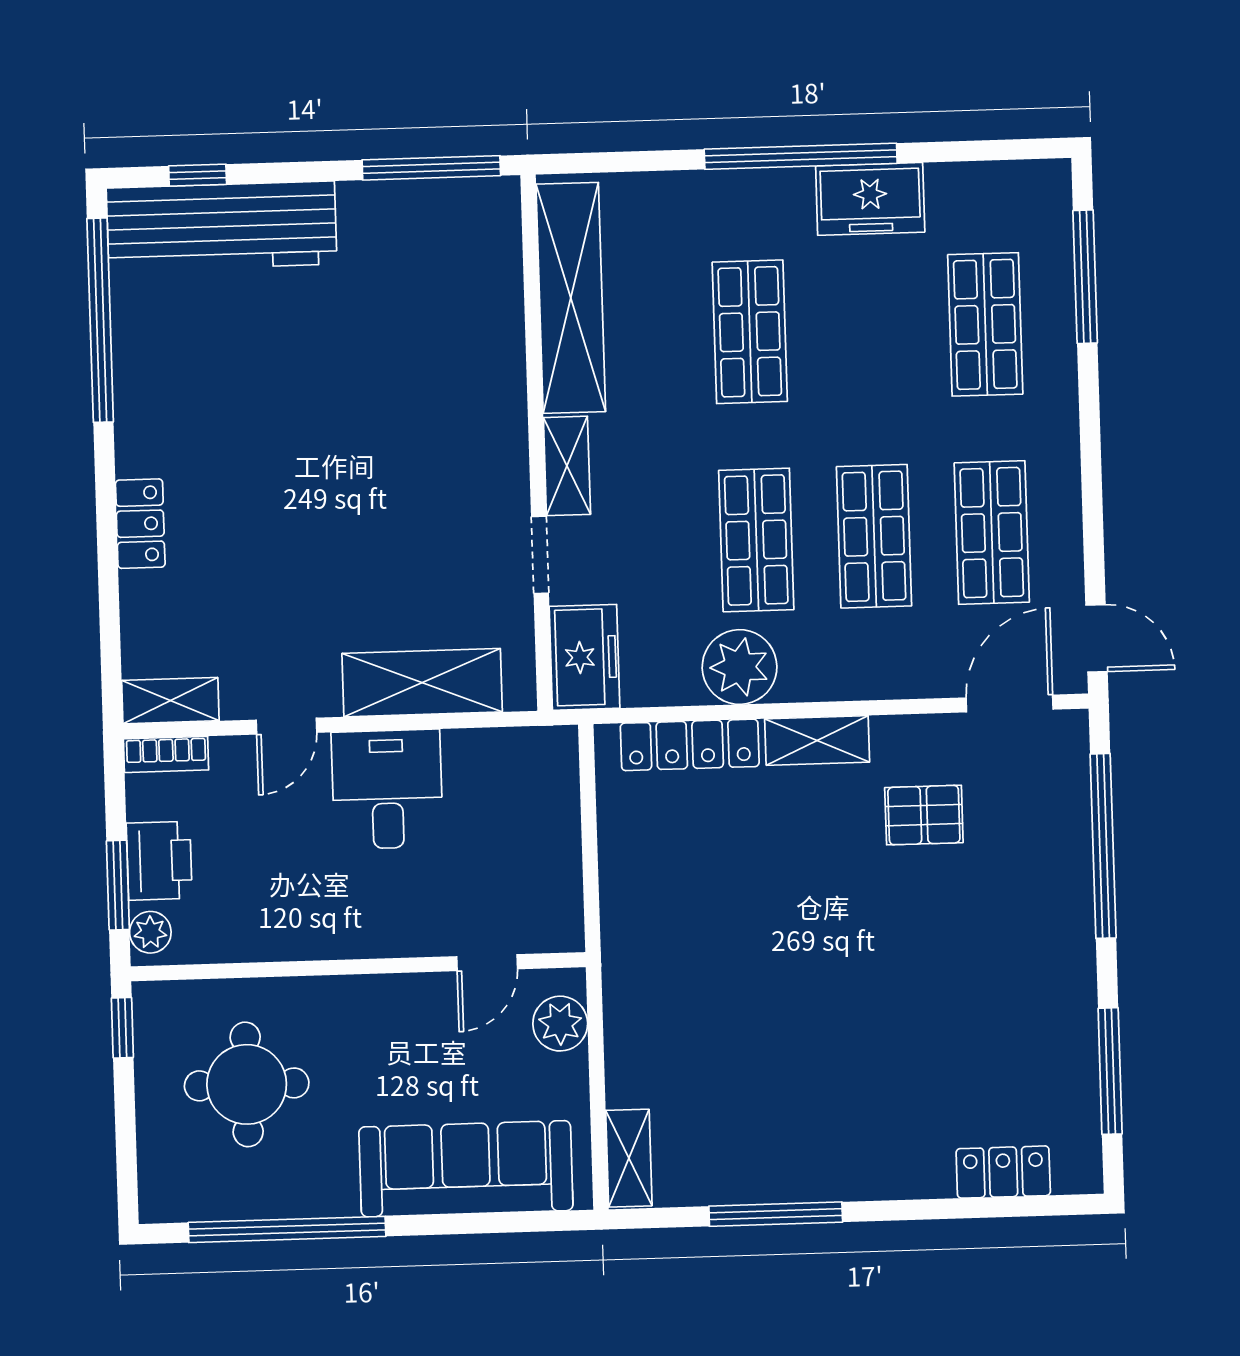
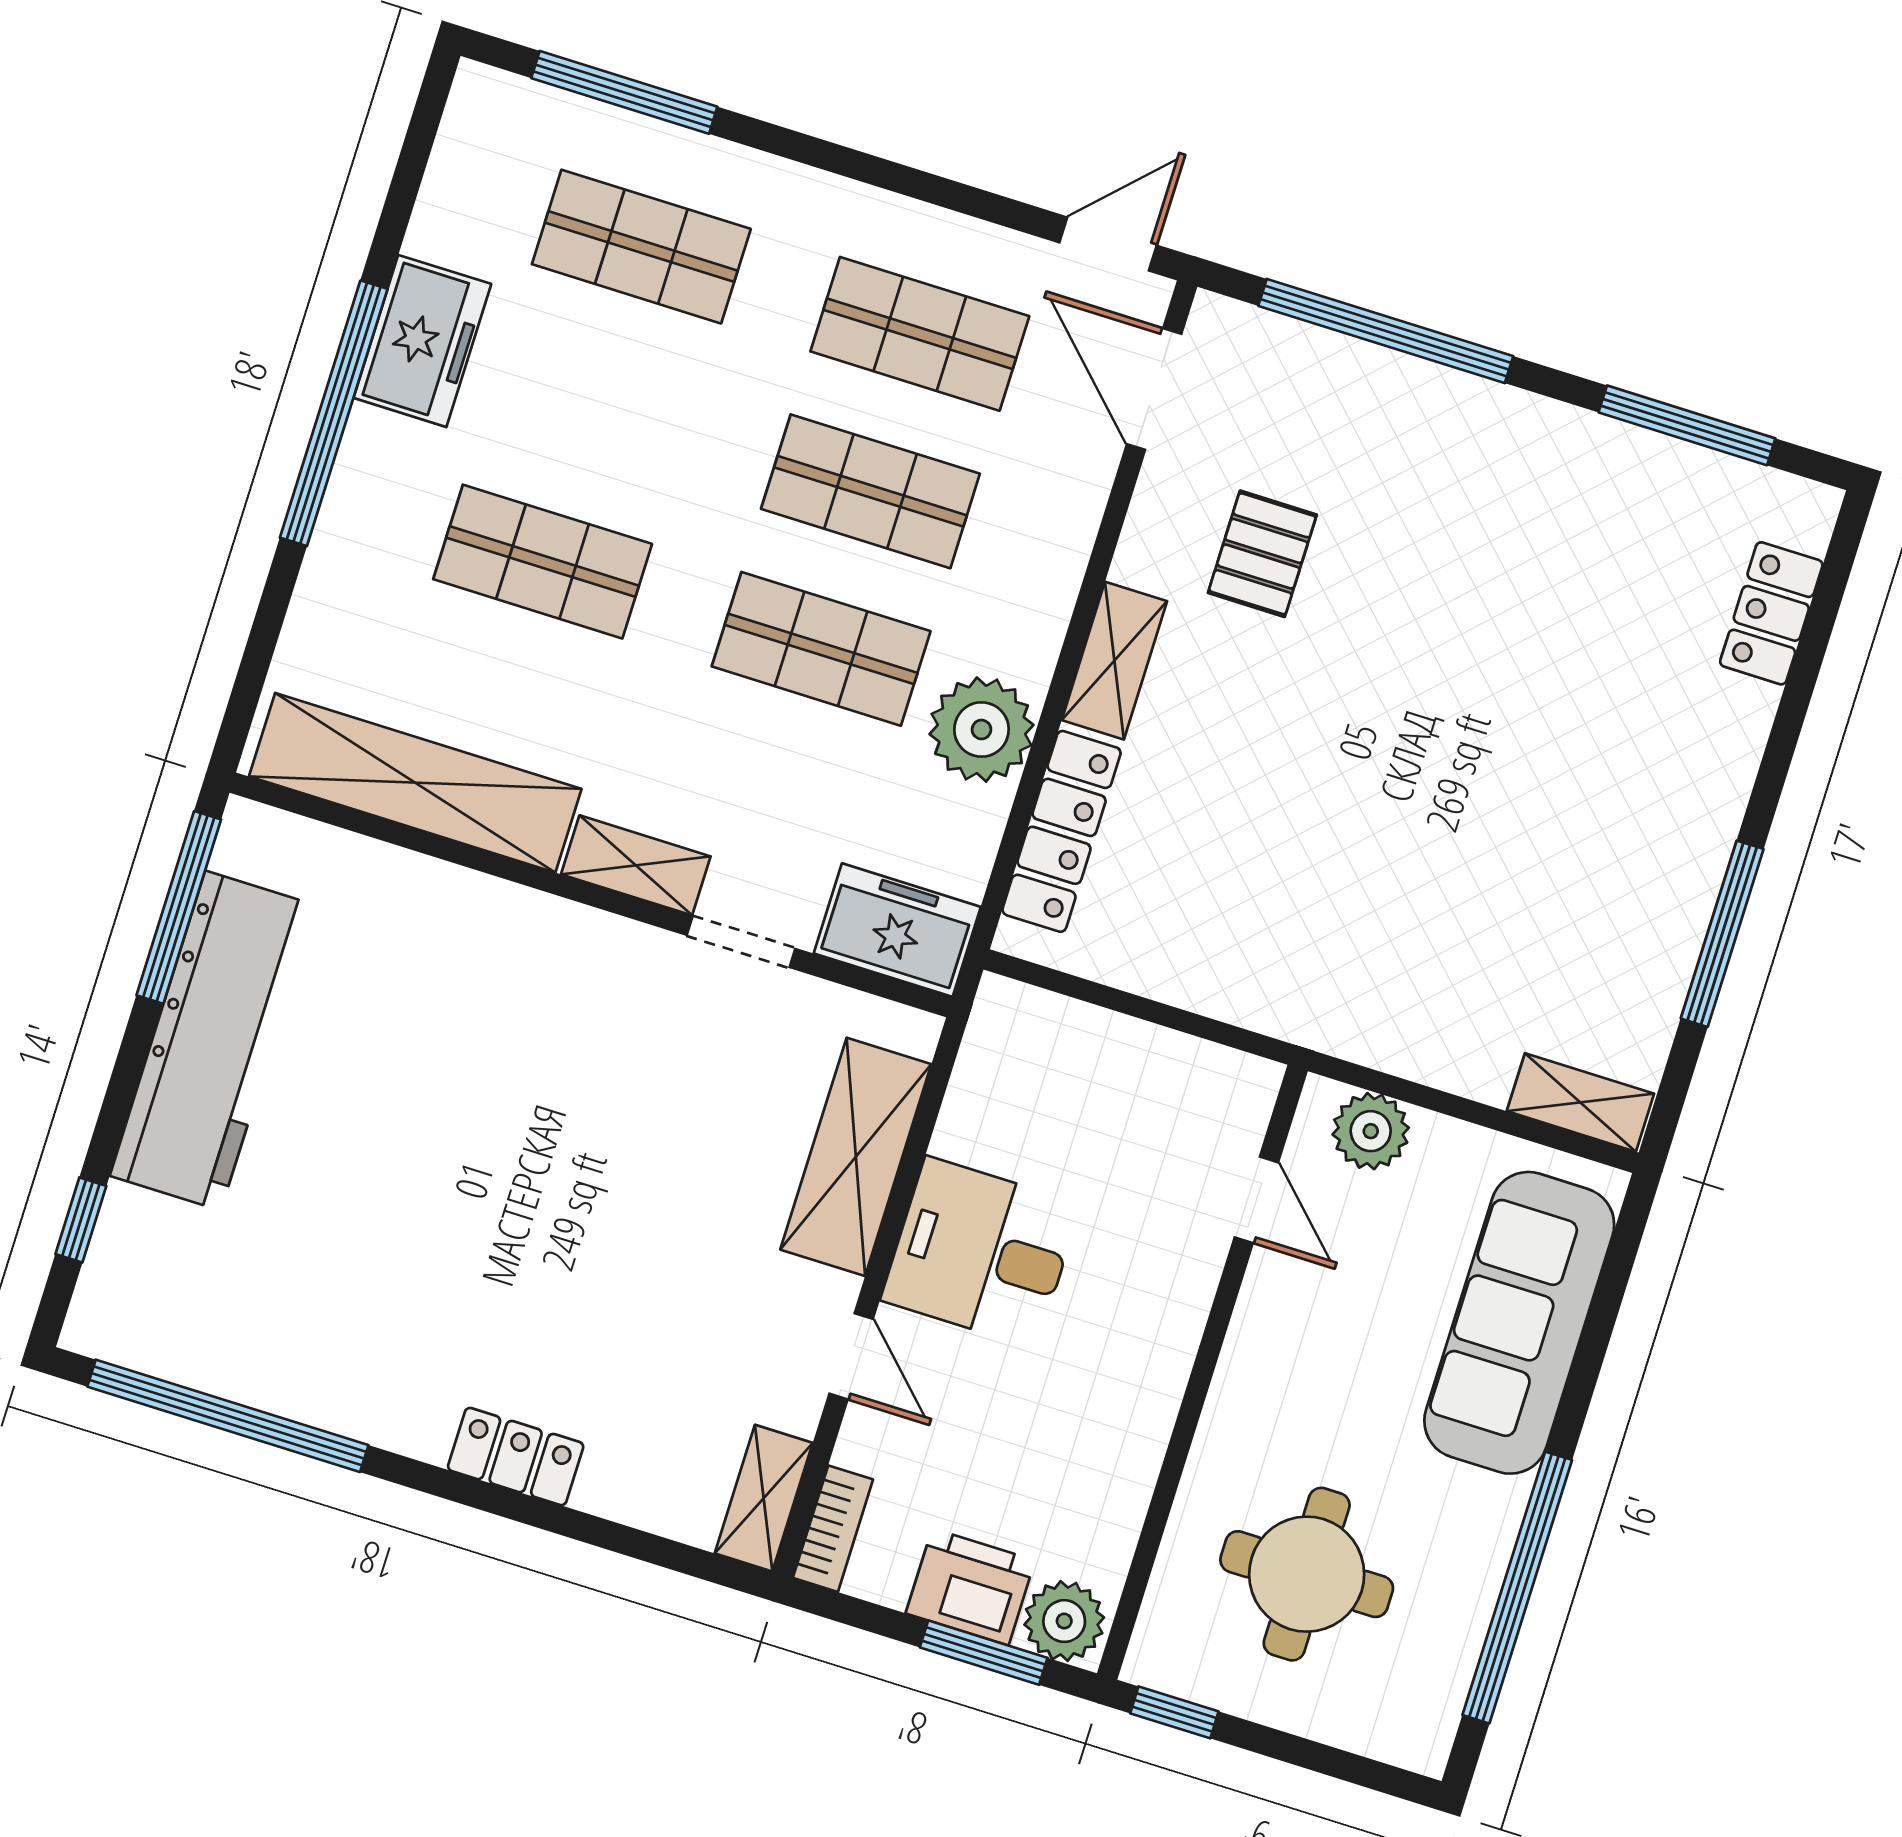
workbench: (222, 226) -> (213, 1041), moved
plant: (150, 932) -> (1064, 1621), width x1.38, depth x1.38

